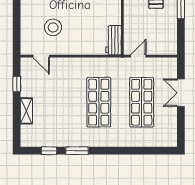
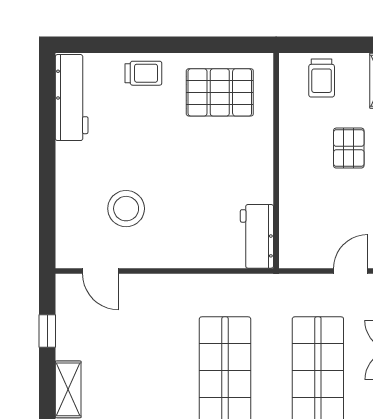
door: (138, 56) -> (351, 271), moved

